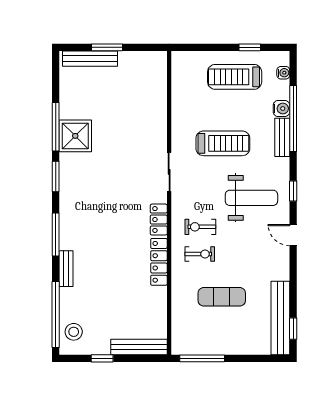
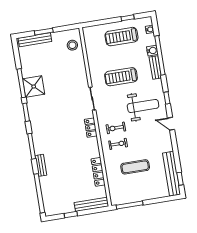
treadmill: (223, 143) -> (121, 77), turned 180
locker: (159, 262) -> (98, 172), moved
stool: (74, 332) -> (72, 45), moved

